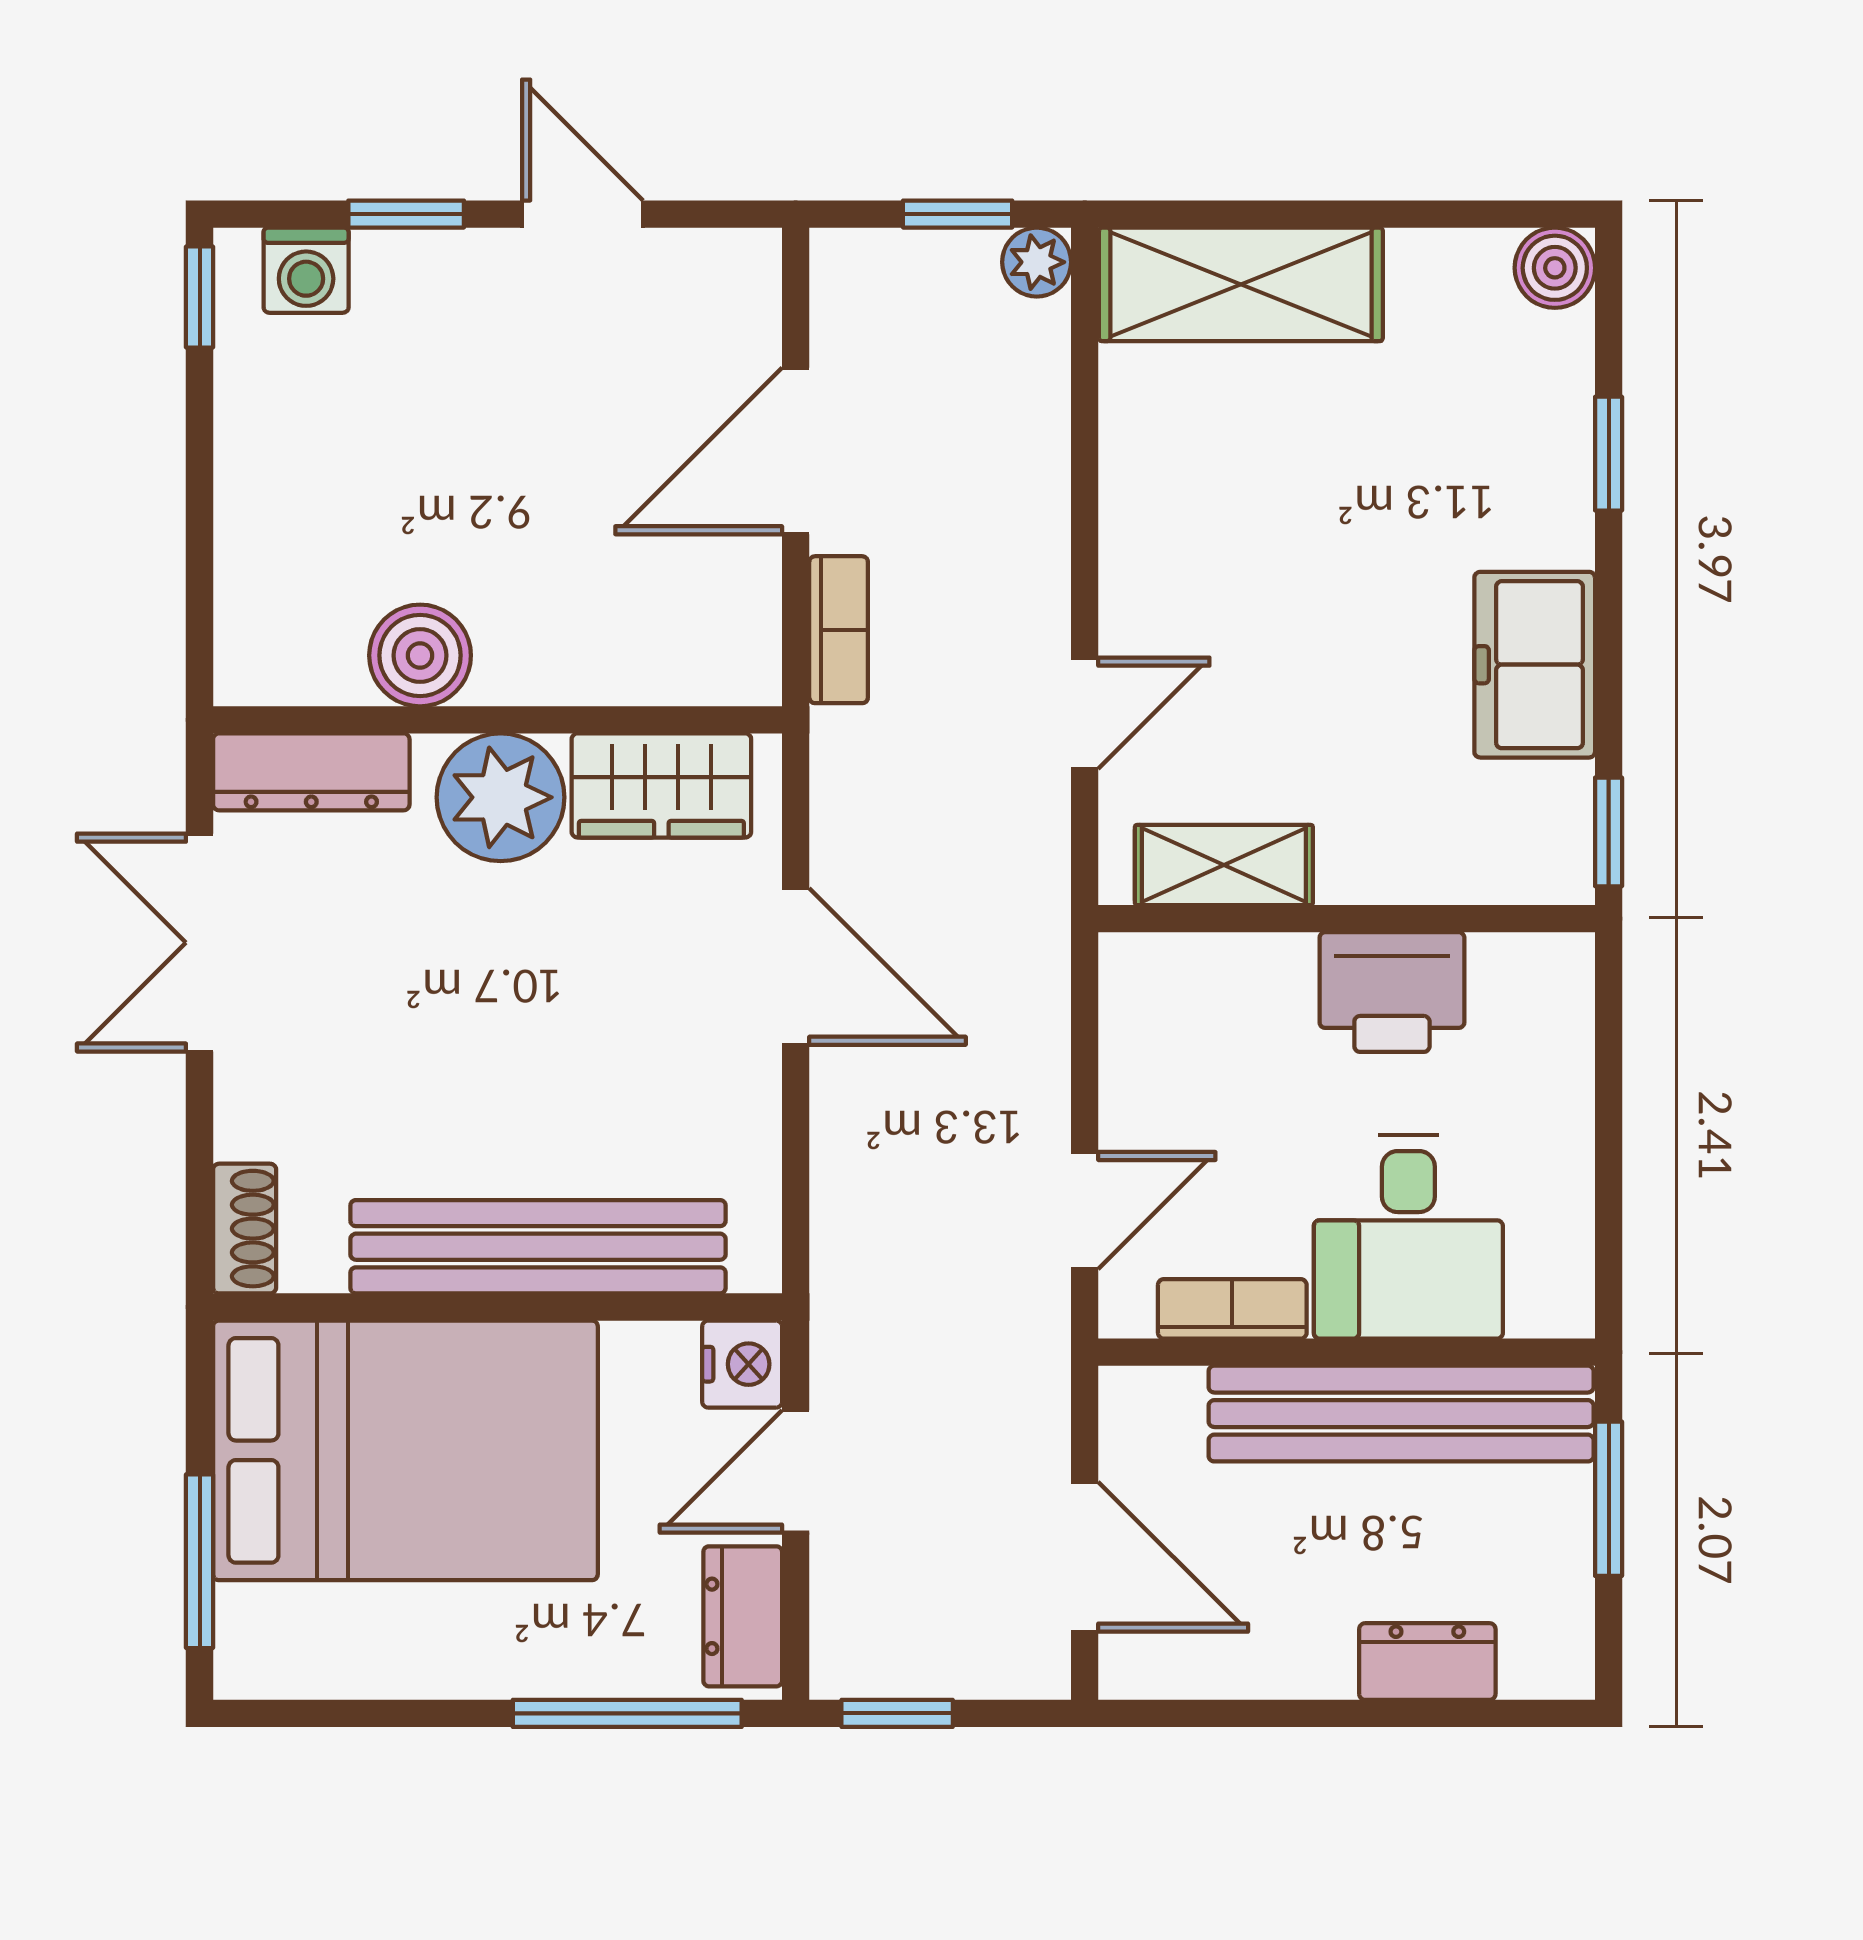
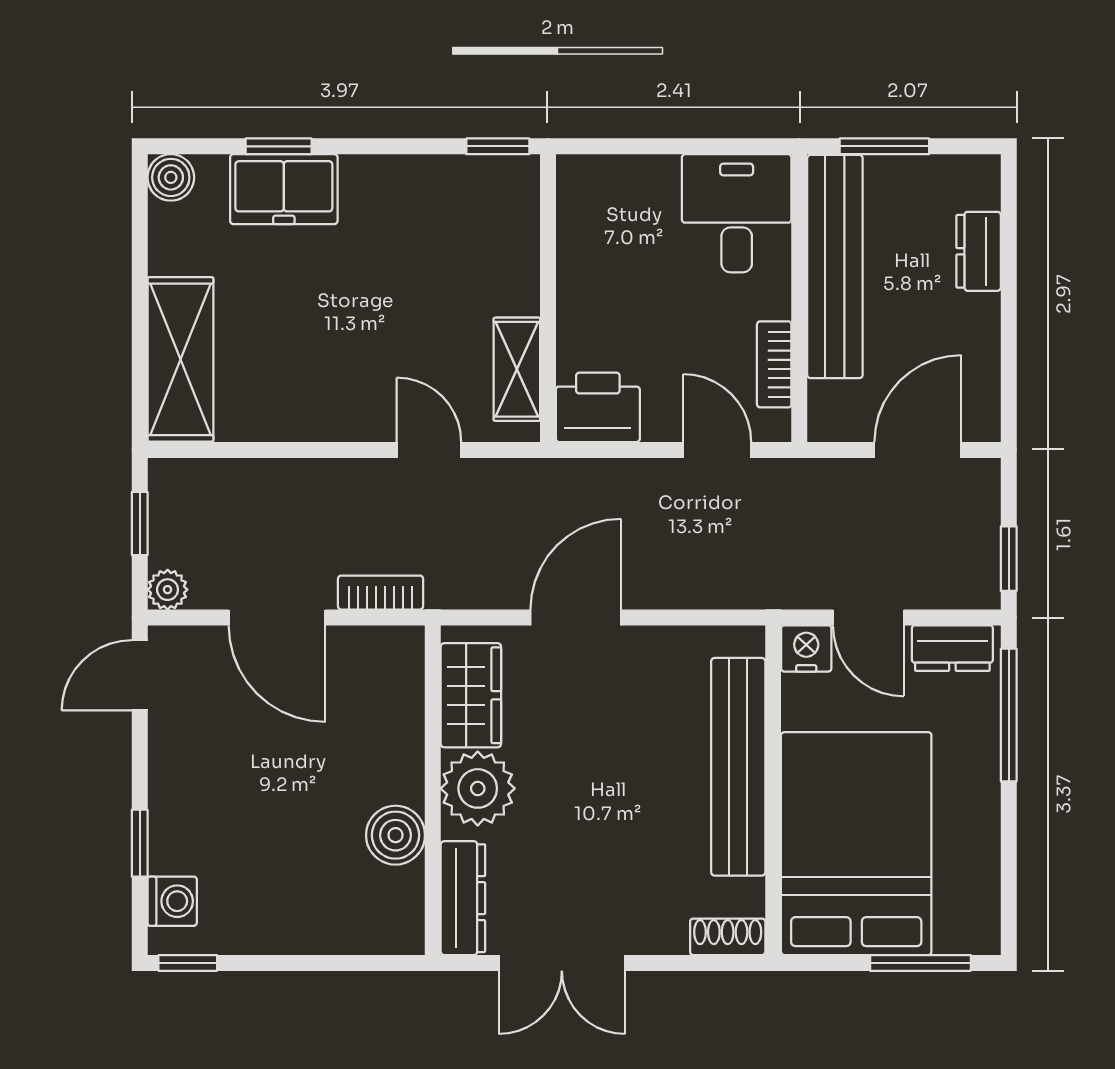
door: (583, 214) -> (140, 675), moved
plant: (1037, 262) -> (168, 590), moved
freezer: (1535, 665) -> (284, 189), moved
printer: (1392, 992) -> (598, 407), moved, turned -90
desk: (1408, 1237) -> (737, 213), moved, turned -90

